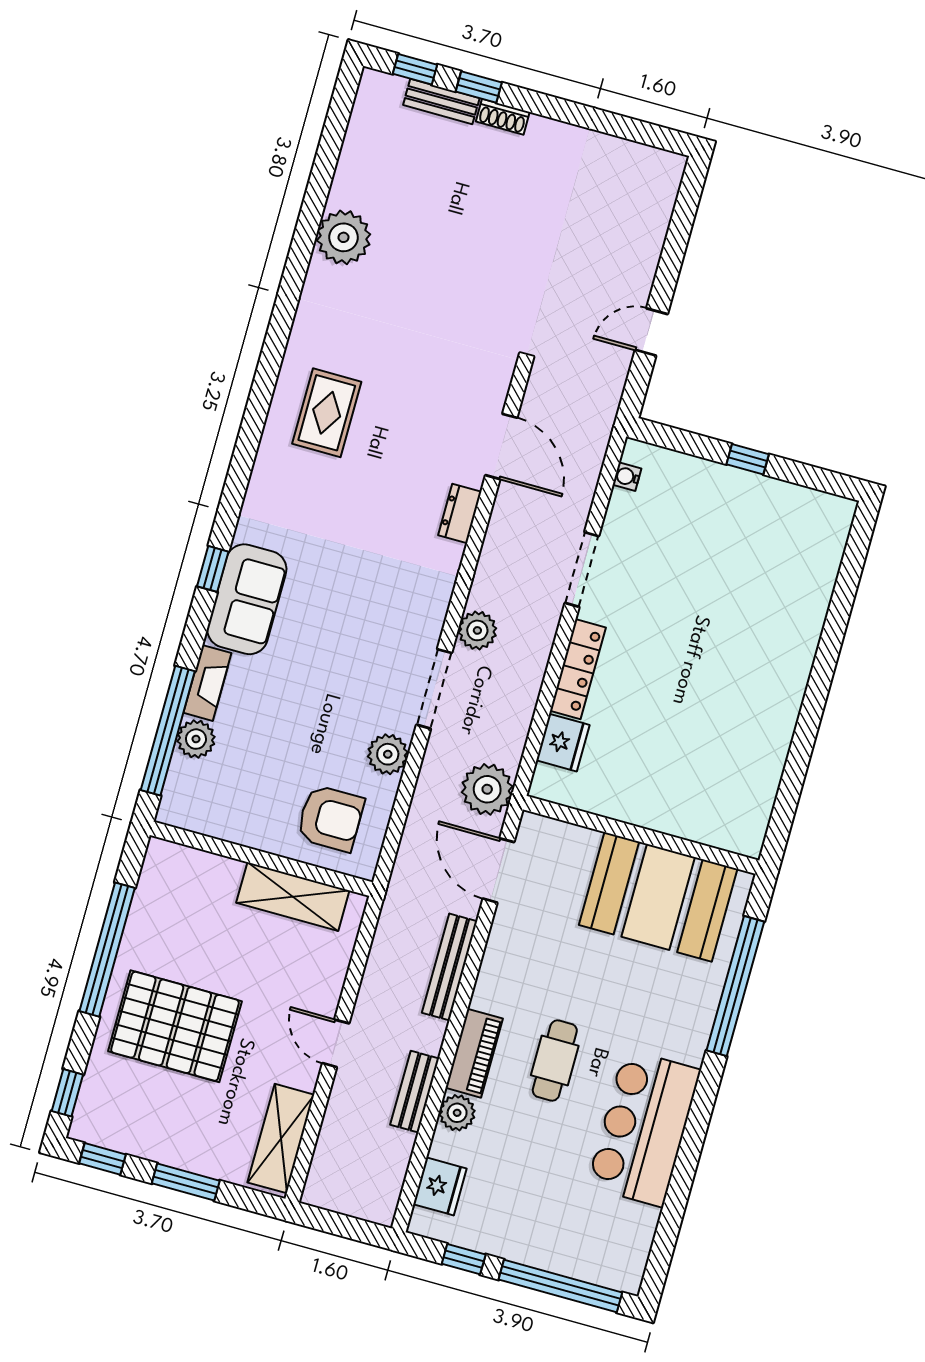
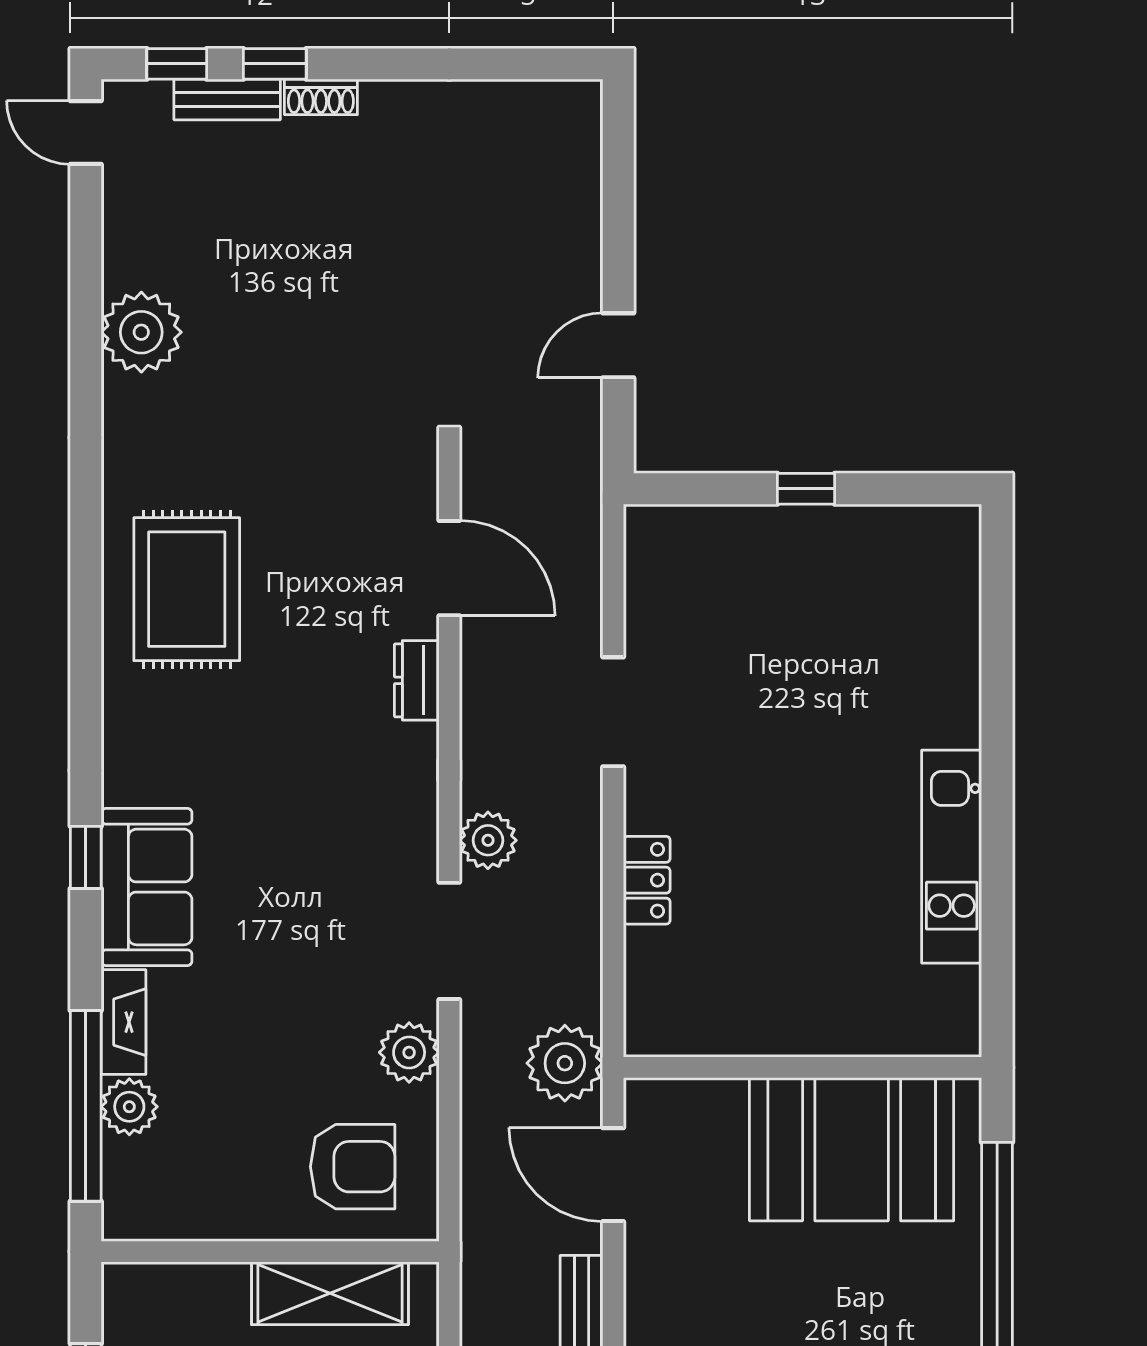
door: (343, 97) -> (86, 132), added
rug: (327, 413) -> (187, 589), width x1.36, depth x1.43
water cooler: (627, 477) -> (641, 561), removed
locker: (578, 669) -> (647, 880), width x0.66
kitchen unit: (776, 725) -> (952, 857), added
fridge: (563, 743) -> (654, 967), removed

